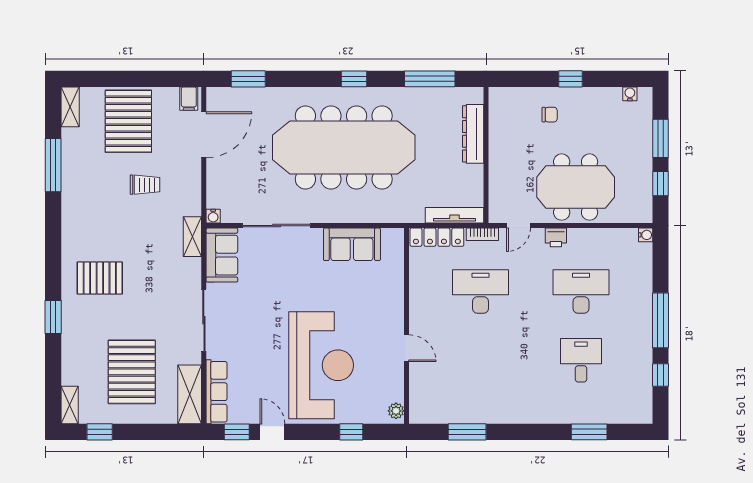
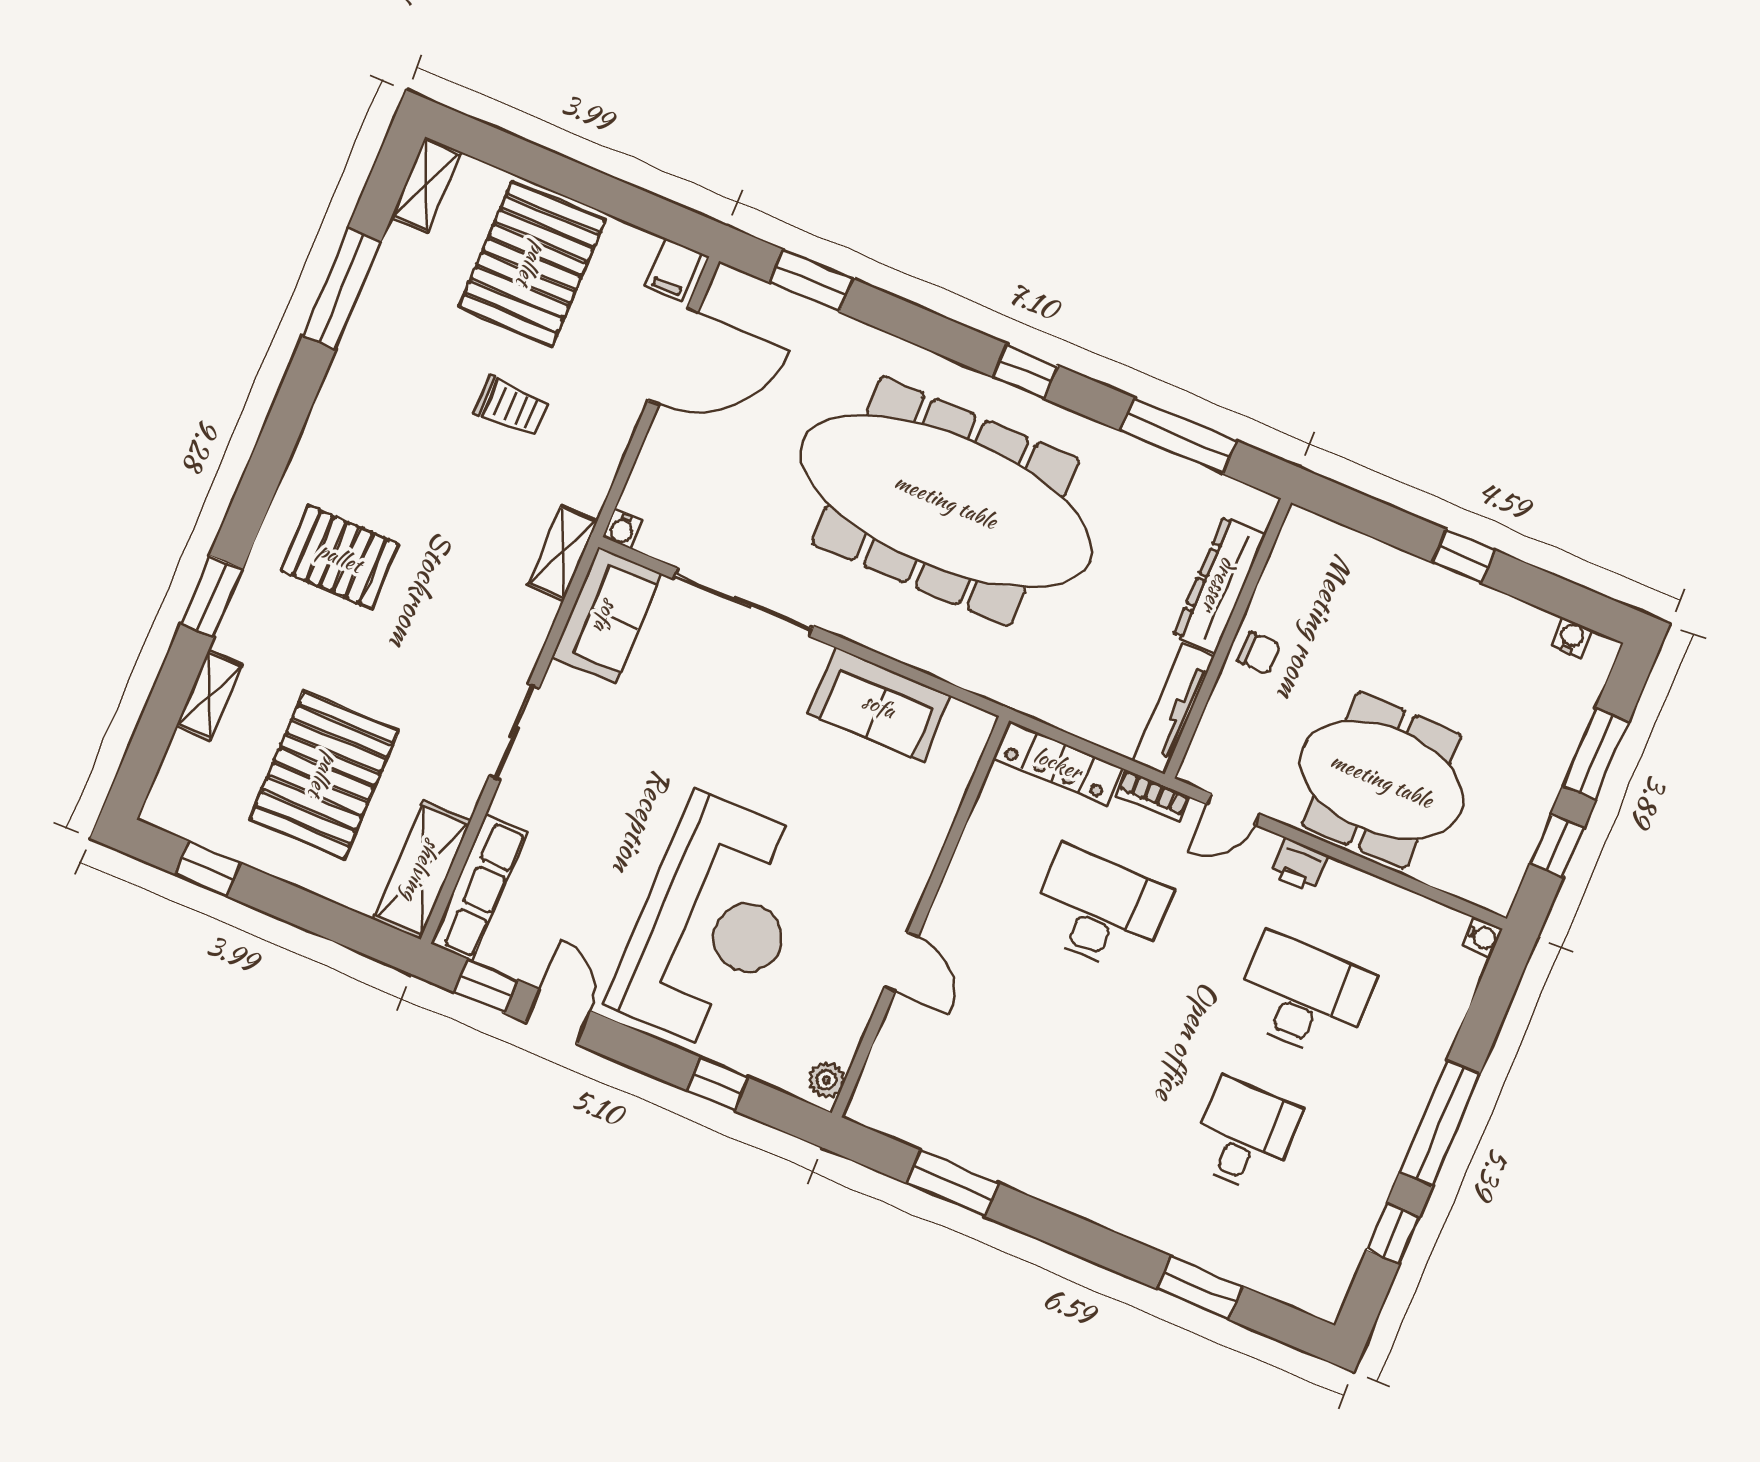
chair: (550, 115) -> (1259, 653), moved
tv unit: (455, 215) -> (1174, 709), moved, turned -90
sliding door: (204, 320) -> (514, 732), width x0.73
shelving: (70, 405) -> (209, 695), moved

